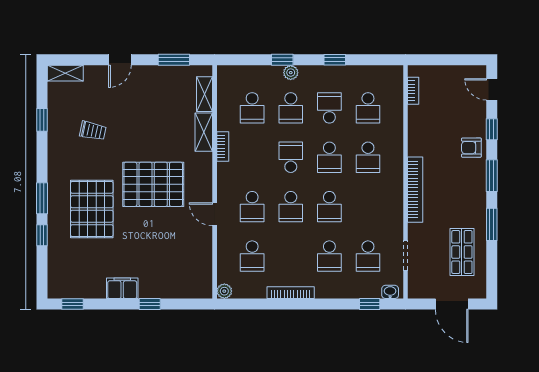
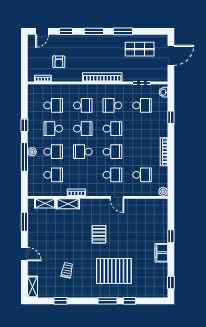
window: (282, 60) -> (24, 157), width x2.17
armchair: (471, 148) -> (59, 62), moved
pallet: (153, 184) -> (99, 234), width x0.49, depth x0.50
door: (215, 214) -> (117, 197), hinge flipped
school desk: (329, 256) -> (112, 105), moved, turned 180
window: (370, 304) -> (171, 117), moved

